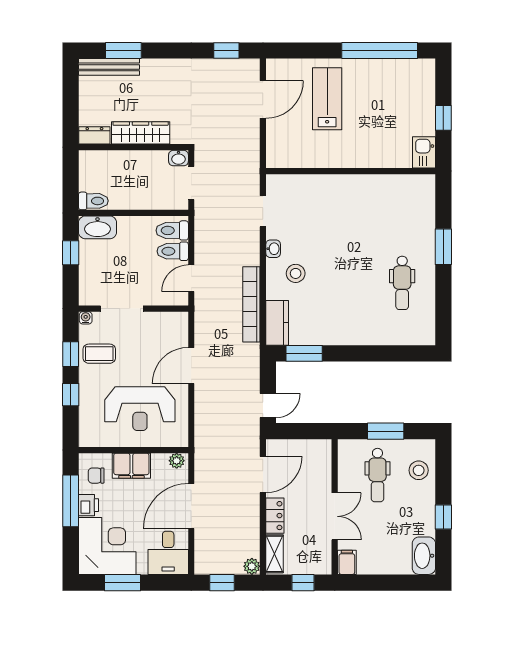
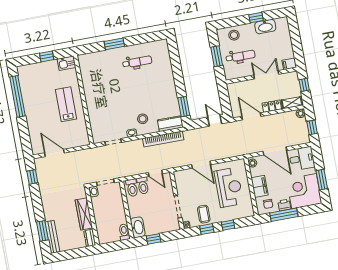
lab bench: (327, 99) -> (66, 104), moved, turned 90
washbasin: (424, 556) -> (265, 27), moved

